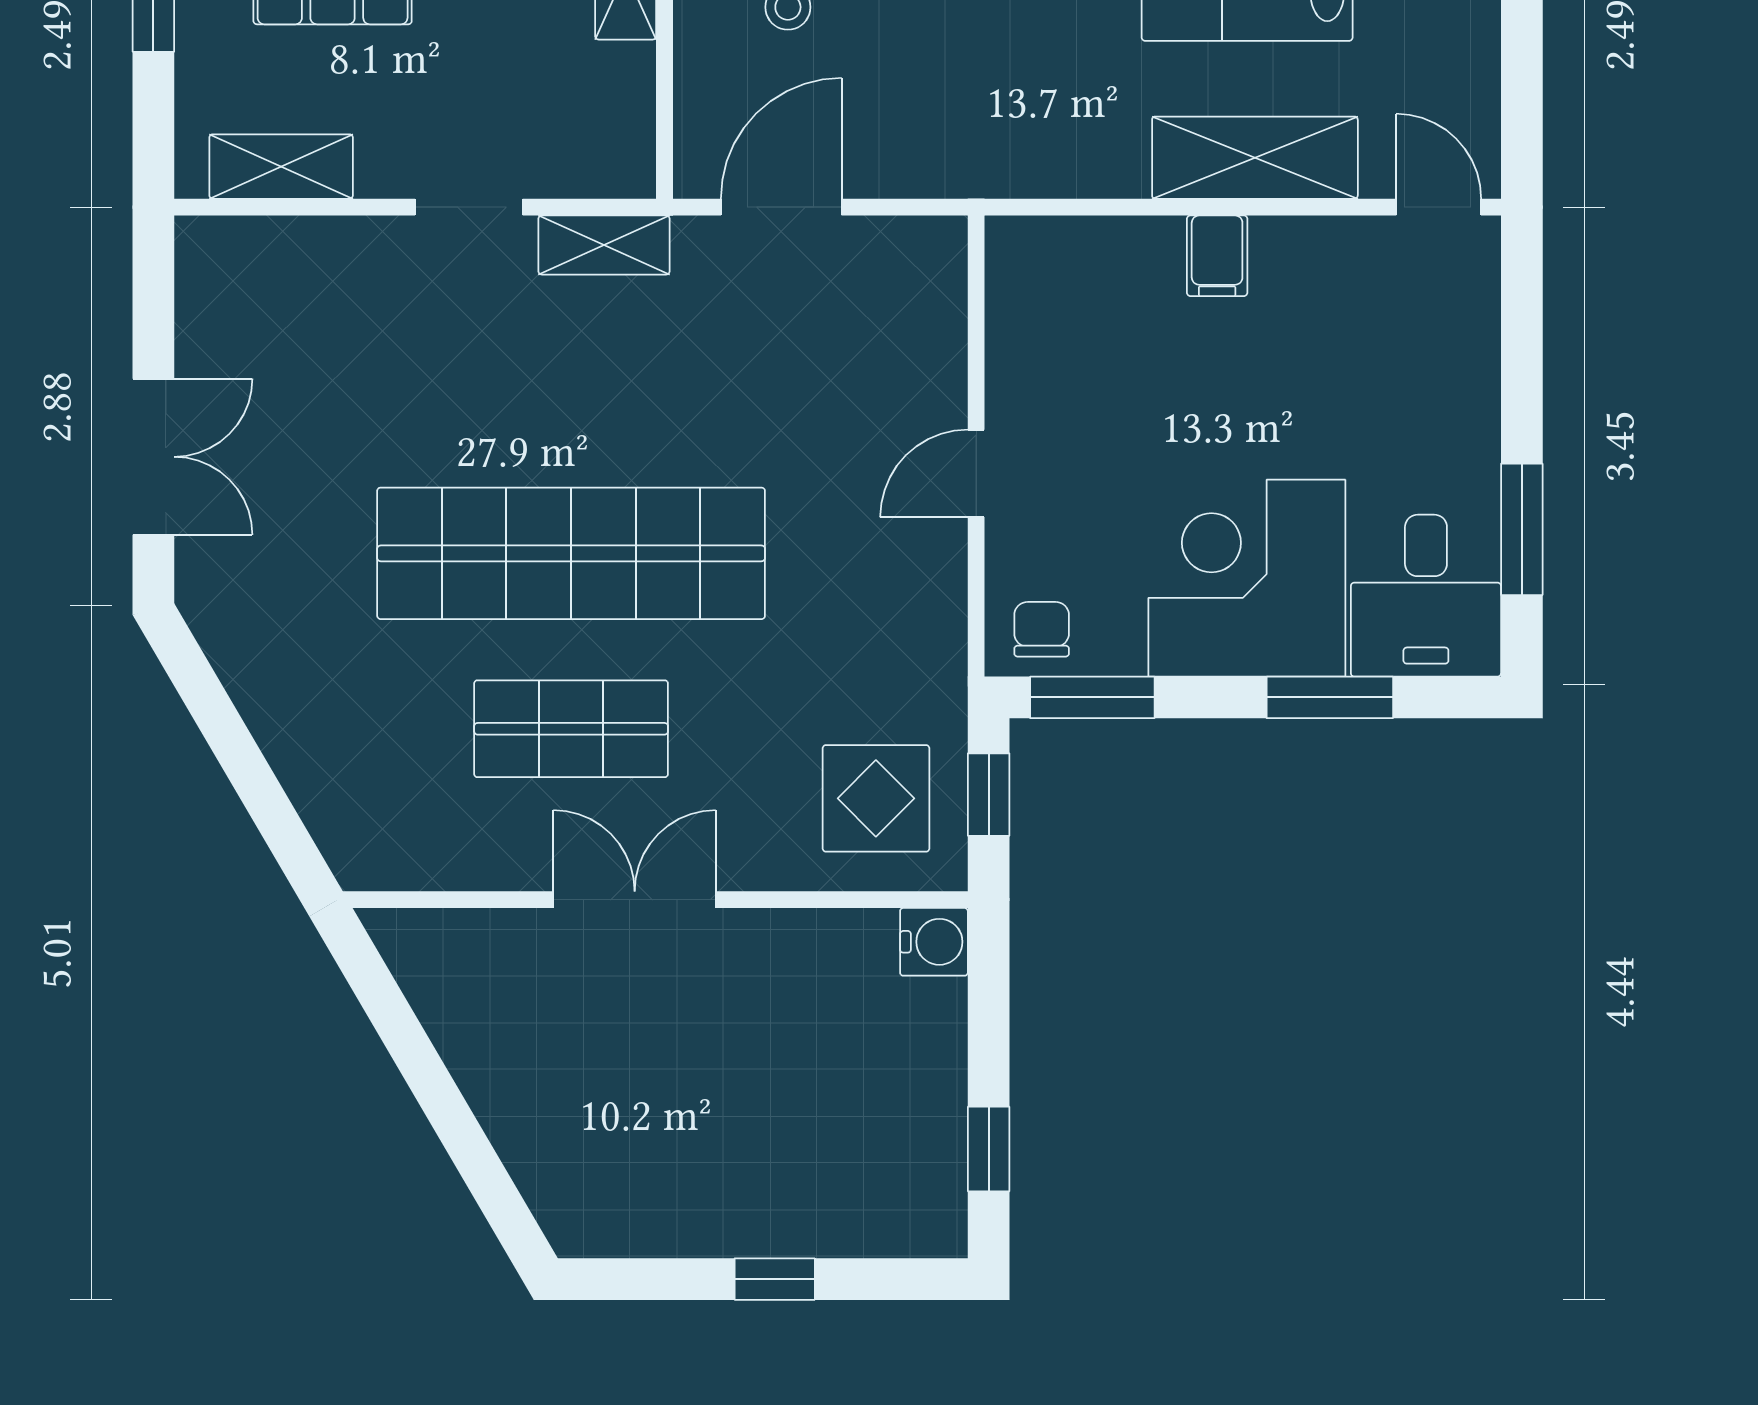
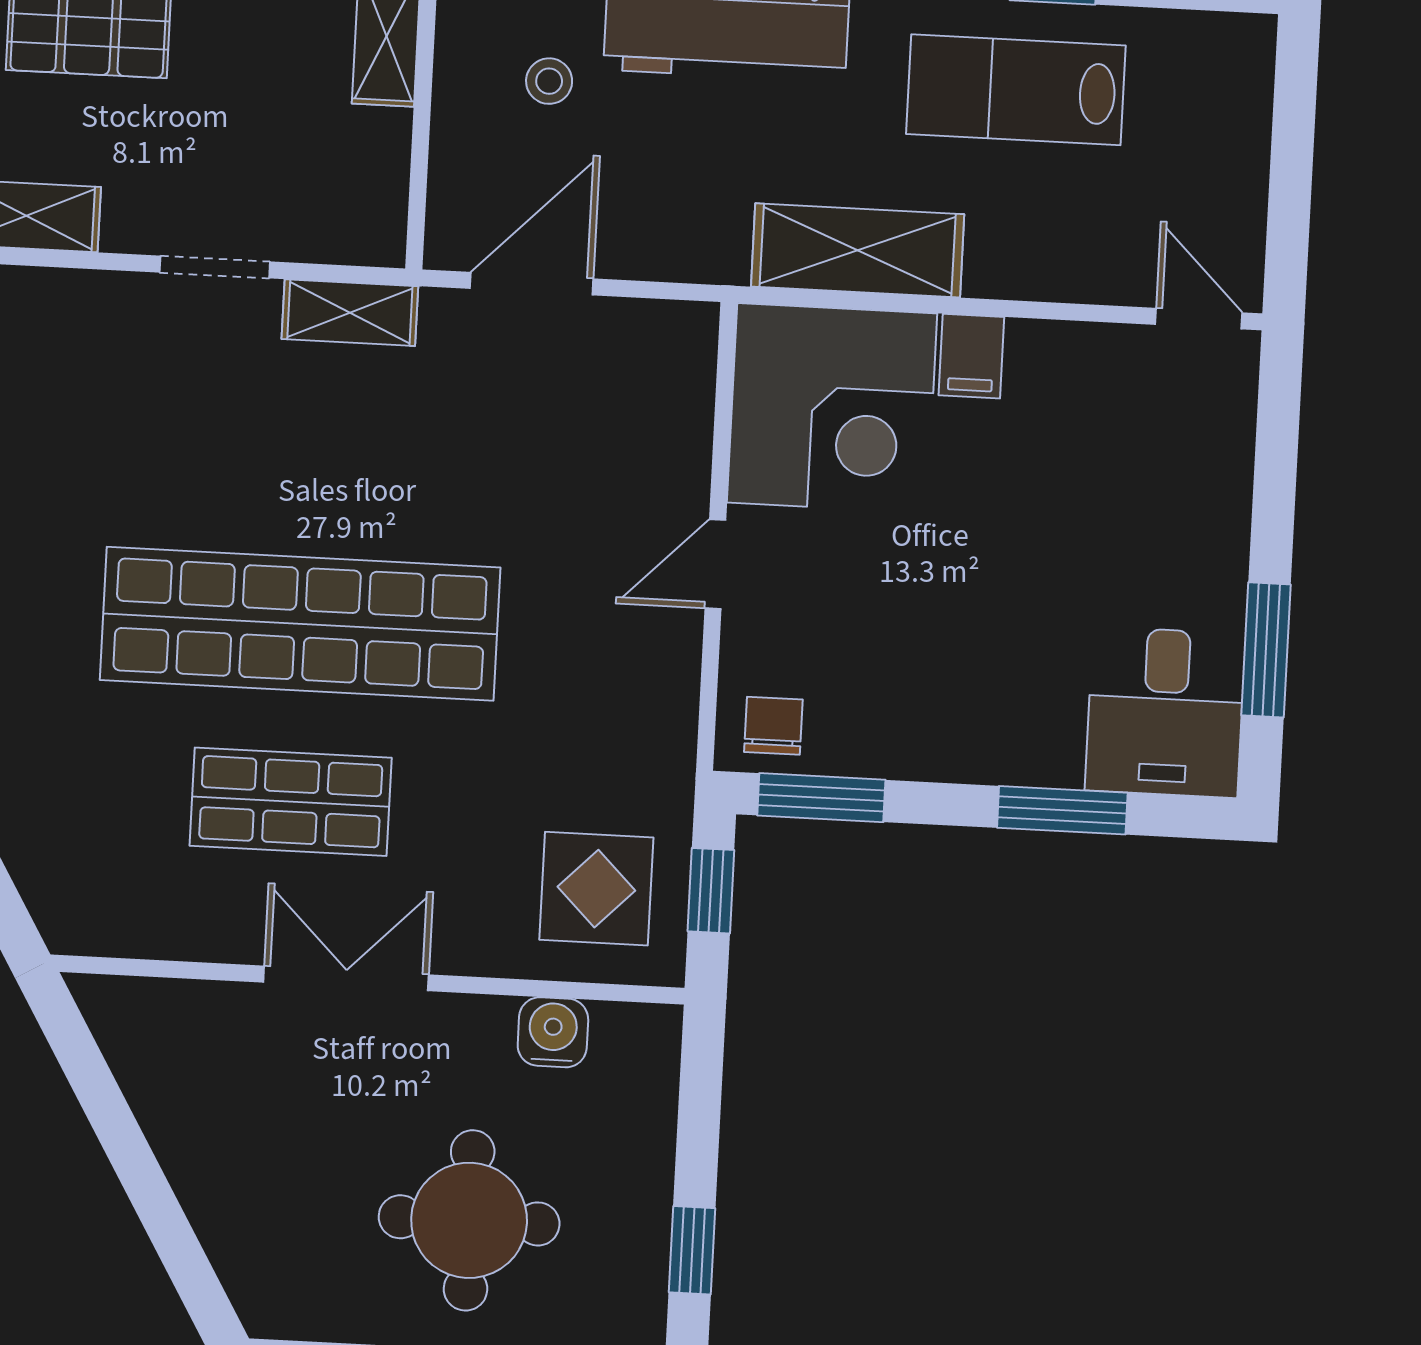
shelving: (1255, 158) -> (858, 250), moved
corner desk: (1247, 578) -> (832, 408), moved, turned 180
water cooler: (934, 942) -> (553, 1032), moved, turned -90
round table: (768, 1131) -> (469, 1220), added

